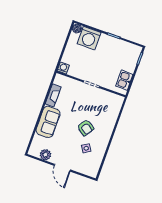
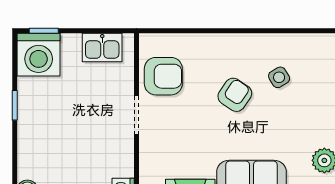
washing machine: (89, 38) -> (39, 55), moved, turned 90
armchair: (104, 101) -> (163, 76), added

